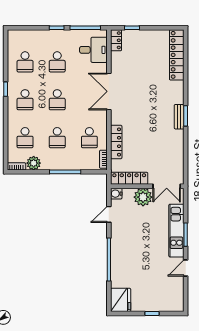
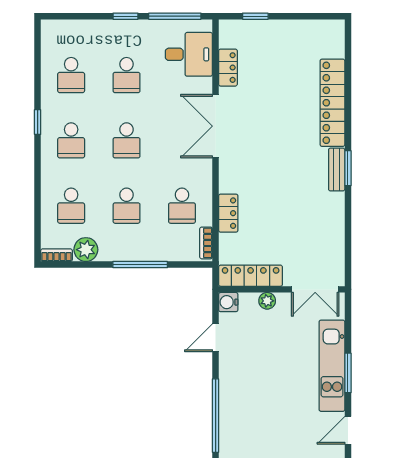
locker: (116, 40) -> (228, 68), moved
locker: (177, 55) -> (332, 103), moved
locker: (116, 142) -> (228, 213), width x0.66
plant: (143, 197) -> (267, 301), width x0.53, depth x0.53

